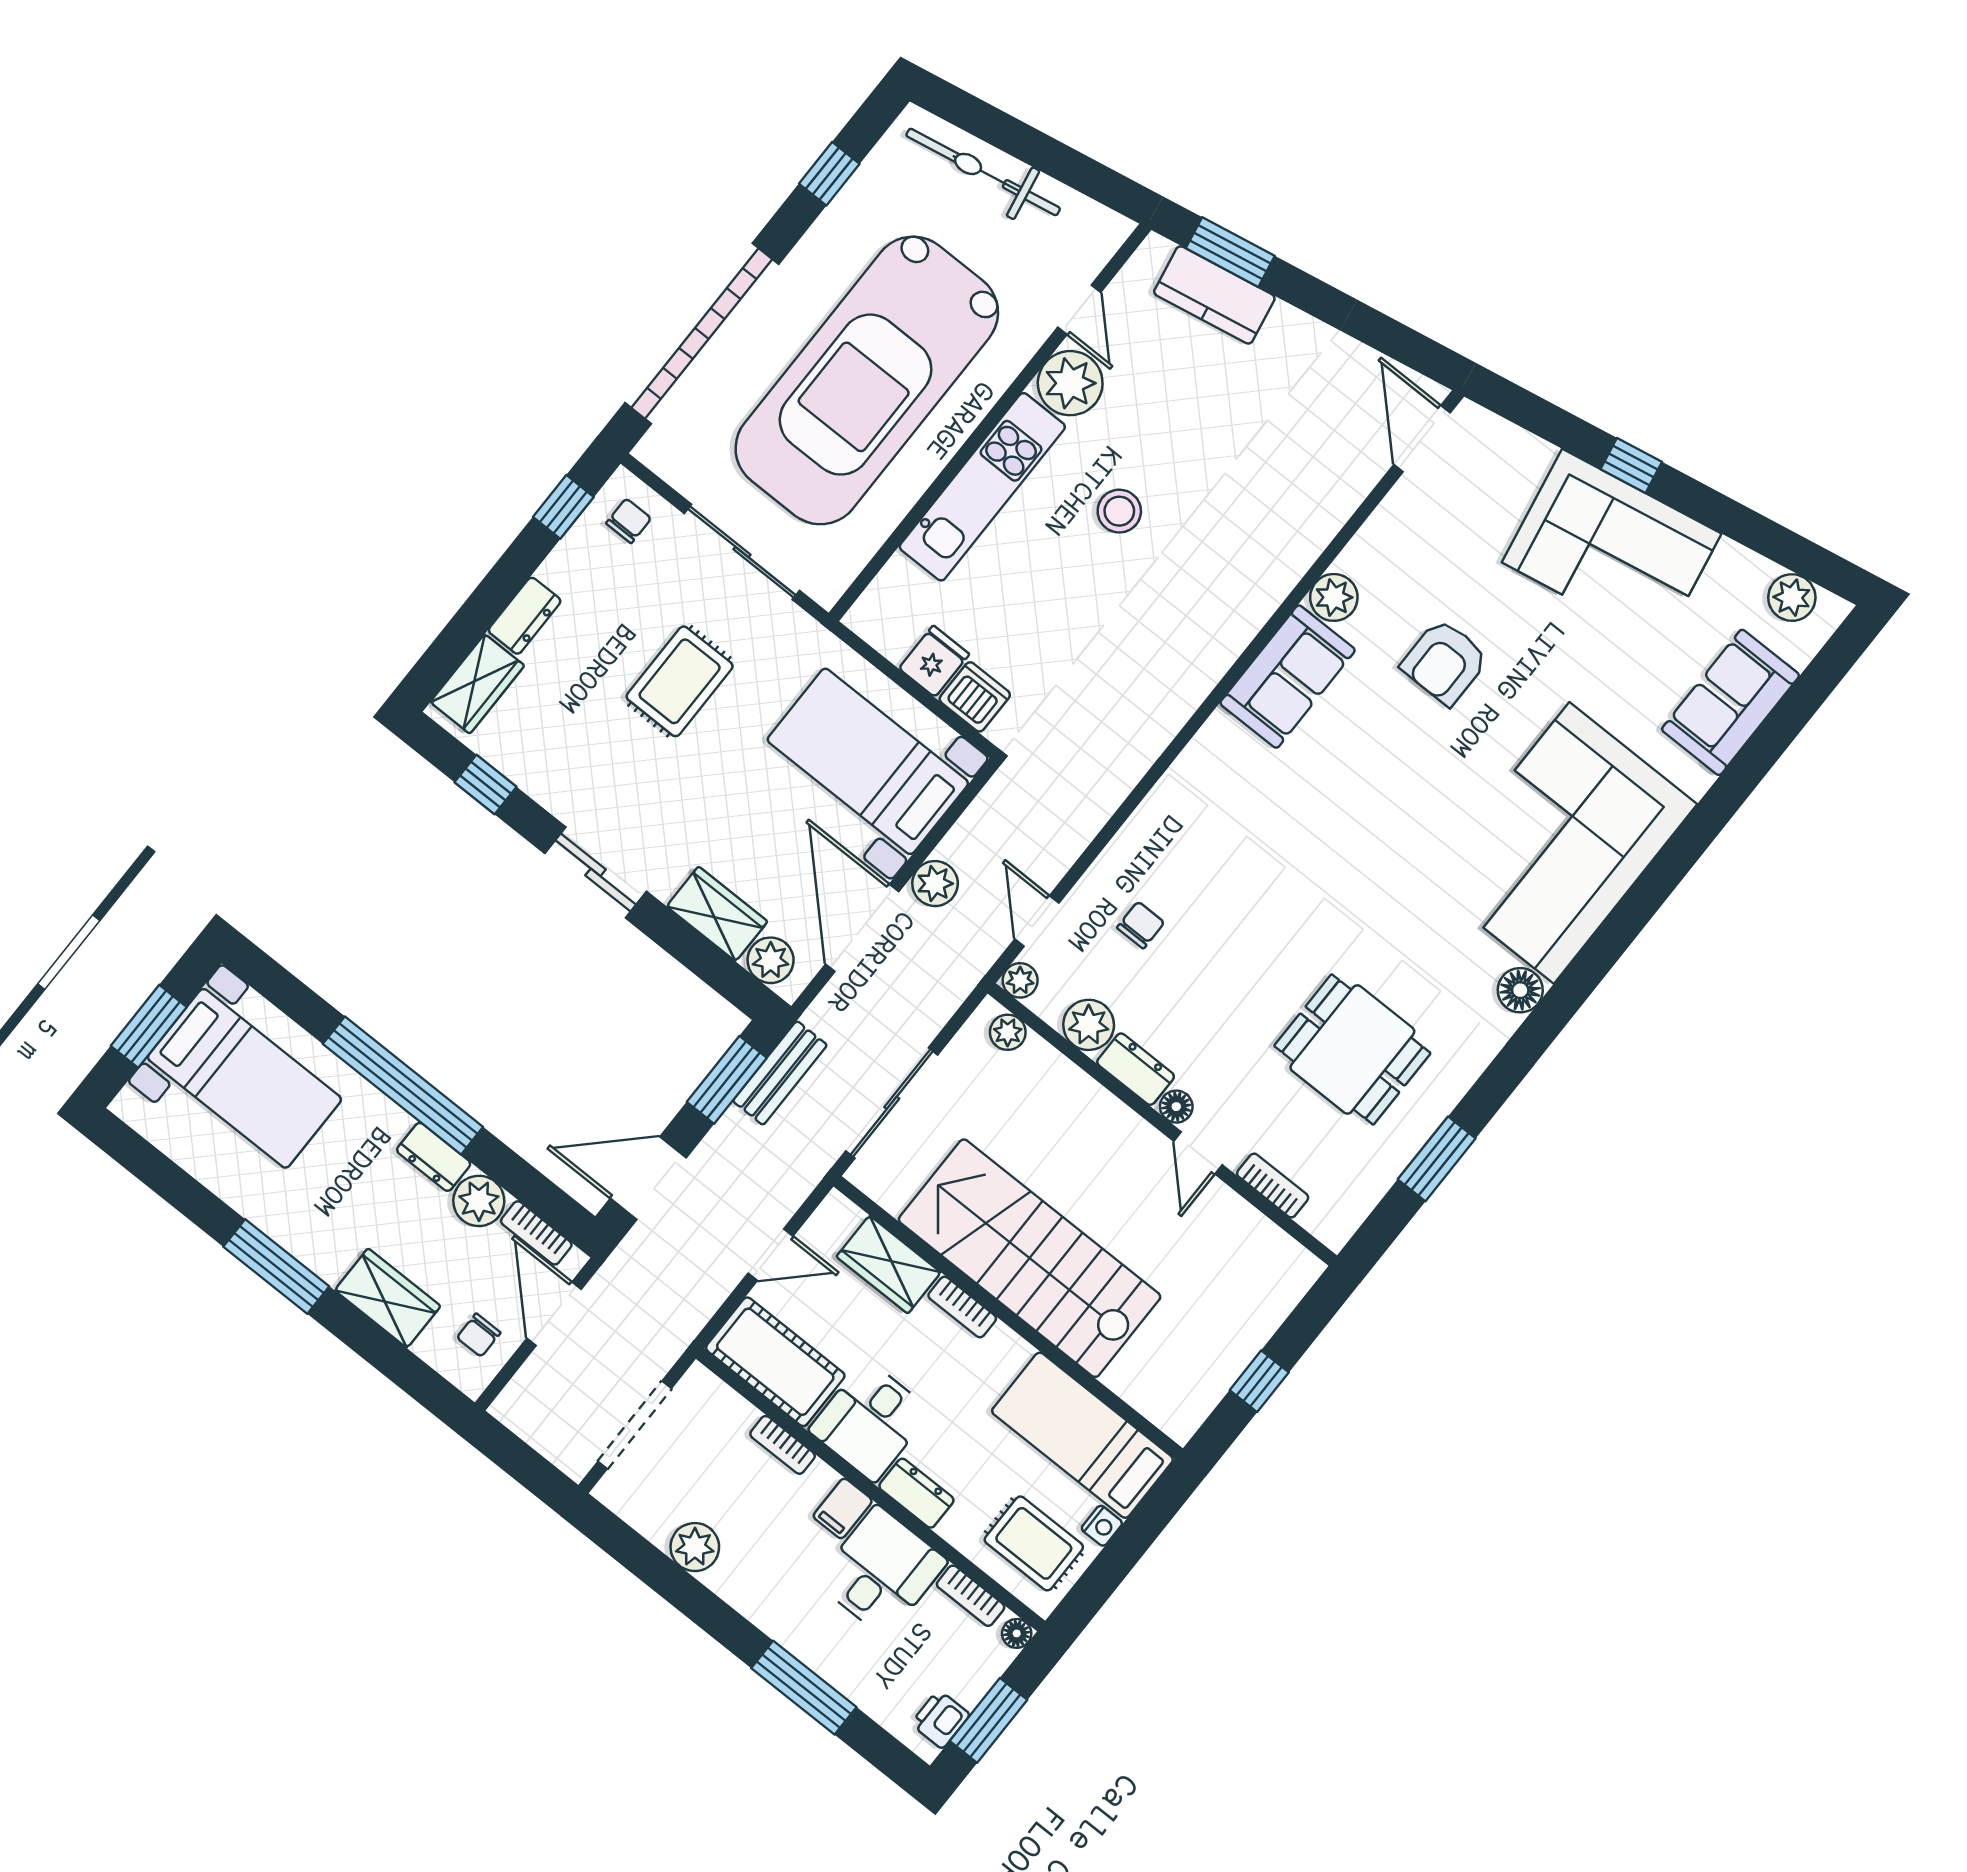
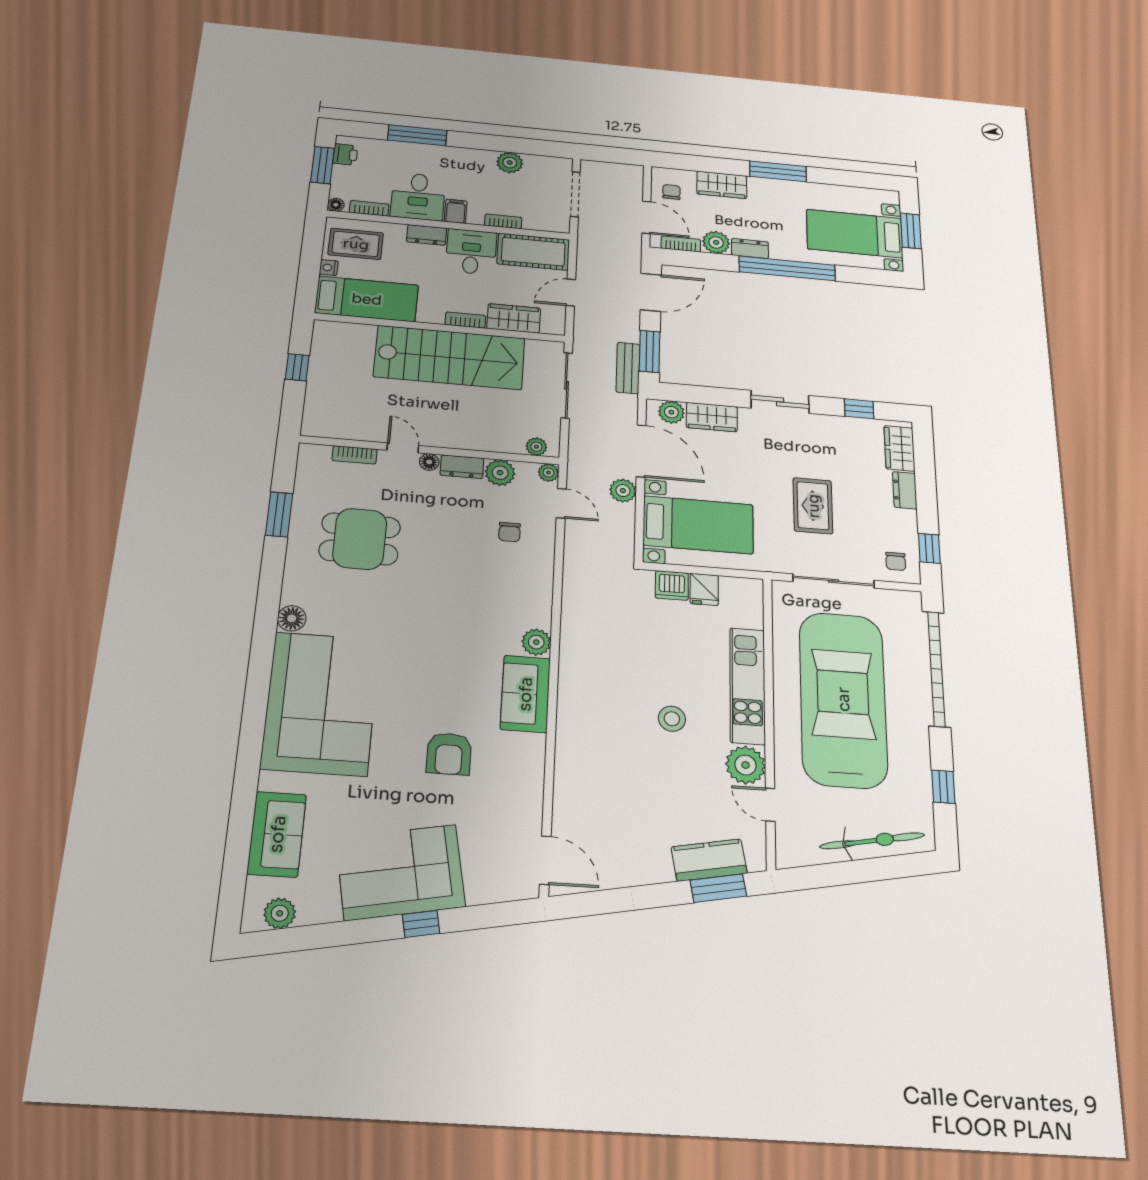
plant: (1334, 597) -> (536, 642), moved
armchair: (1445, 662) -> (449, 754), turned 180

